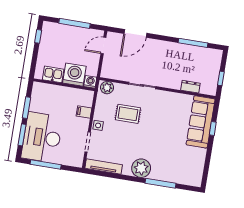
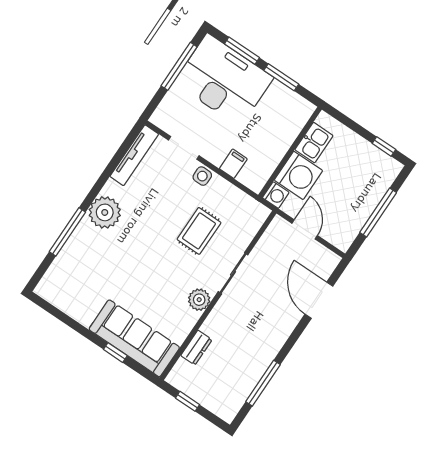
door: (103, 45) -> (305, 229), moved
plant: (107, 88) -> (199, 300), moved

